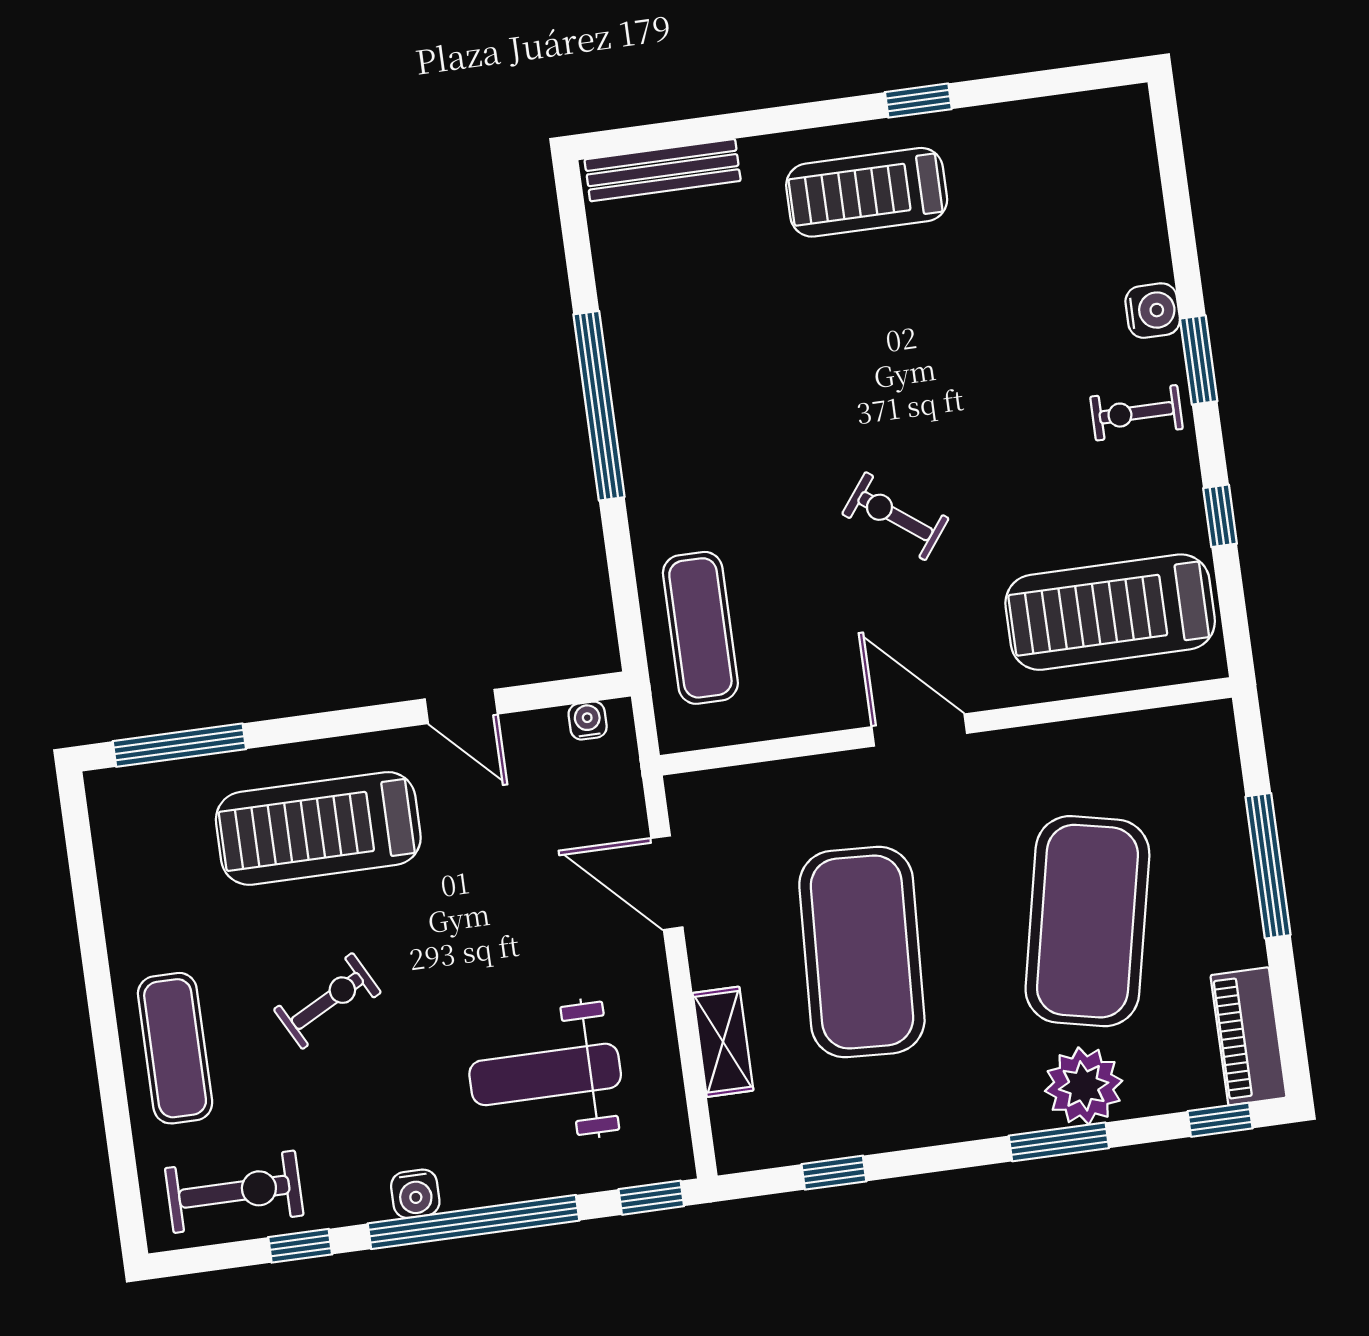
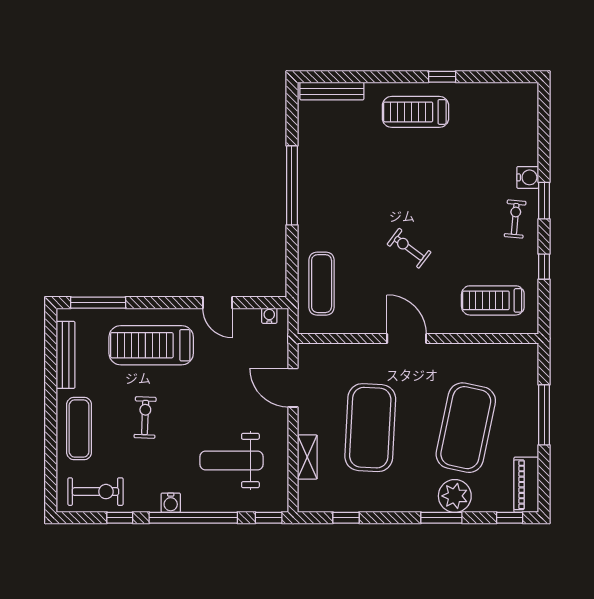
exercise bike: (1136, 413) -> (515, 219), turned 95
treadmill: (1110, 612) -> (493, 300), width x0.73, depth x0.73
bench: (119, 879) -> (66, 355), added
exercise bike: (327, 1001) -> (145, 418), turned -60

